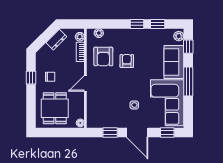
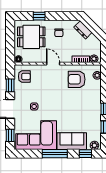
dresser: (56, 40) -> (83, 30), moved
armchair: (127, 61) -> (24, 76), moved
window: (31, 78) -> (39, 16), moved

